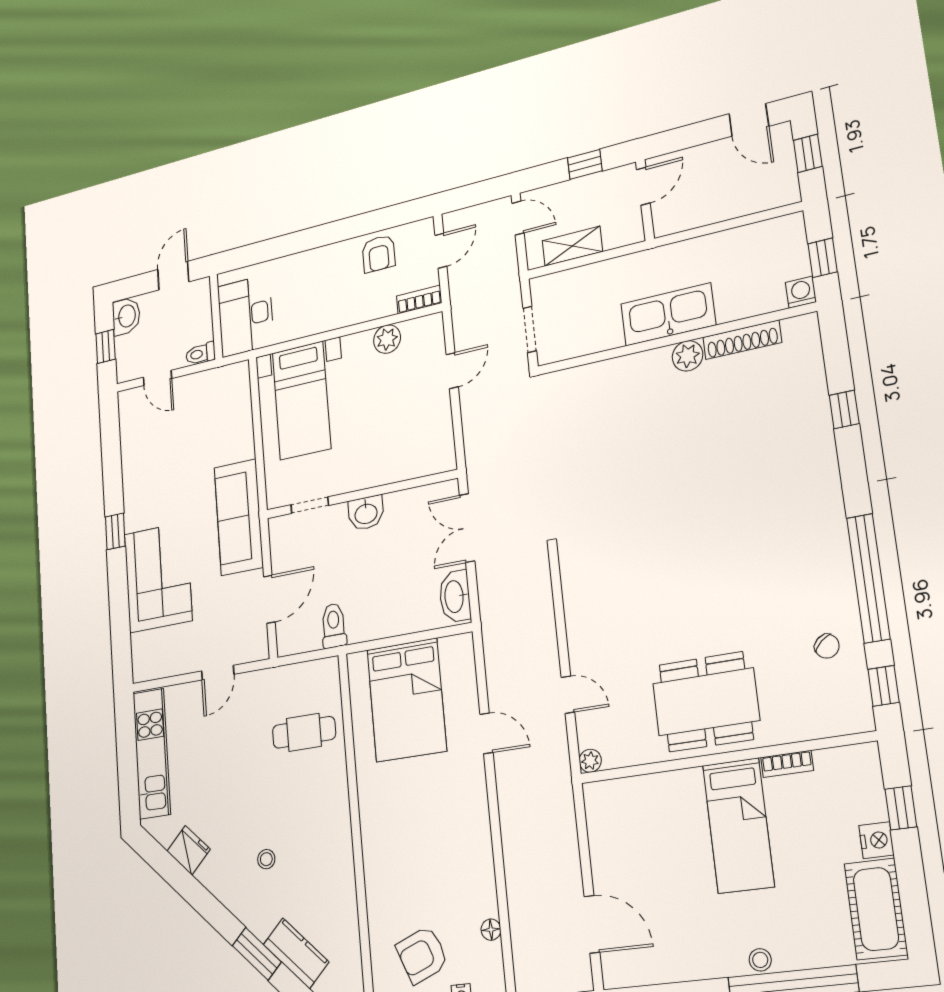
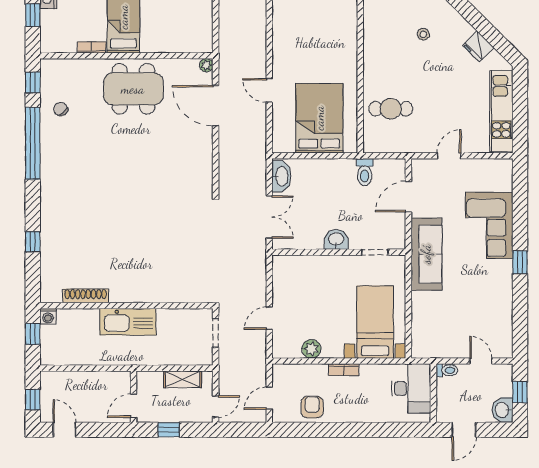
door: (518, 218) -> (216, 406), swing flipped
bookcase: (419, 300) -> (344, 370), moved
plant: (688, 356) -> (119, 294), removed
door: (568, 695) -> (216, 106), width x1.87

